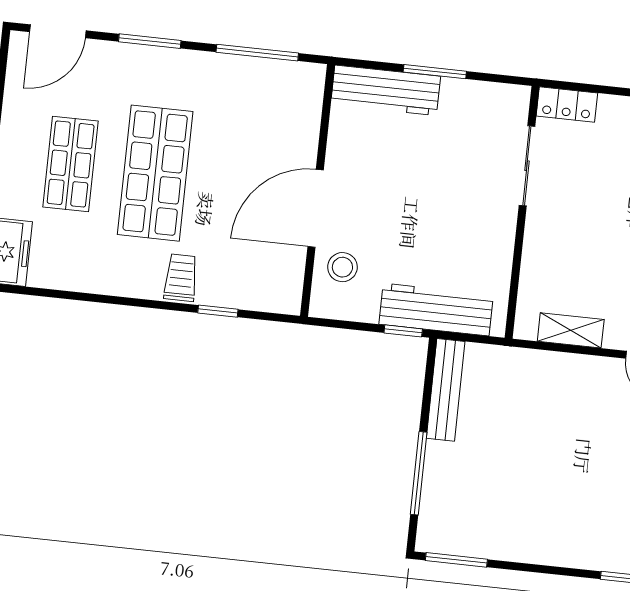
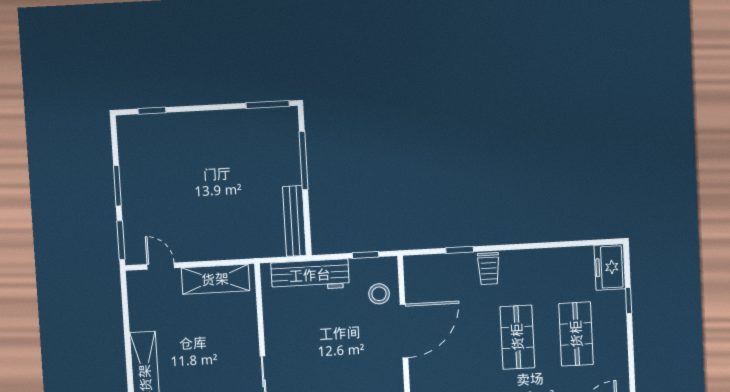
shop shelf: (155, 173) -> (517, 337), width x0.70, depth x0.74
shelving: (571, 330) -> (215, 279), width x1.50, depth x1.33
window: (403, 331) -> (365, 255), moved

